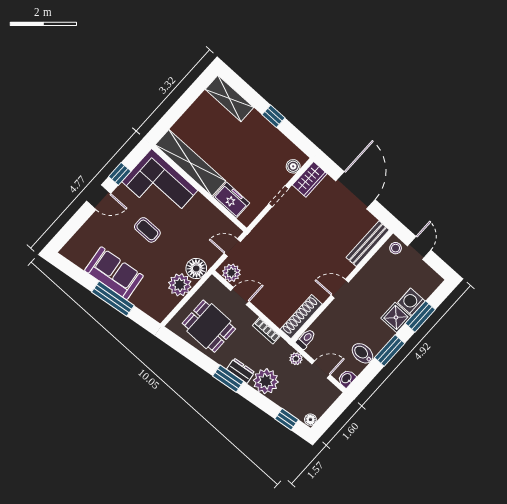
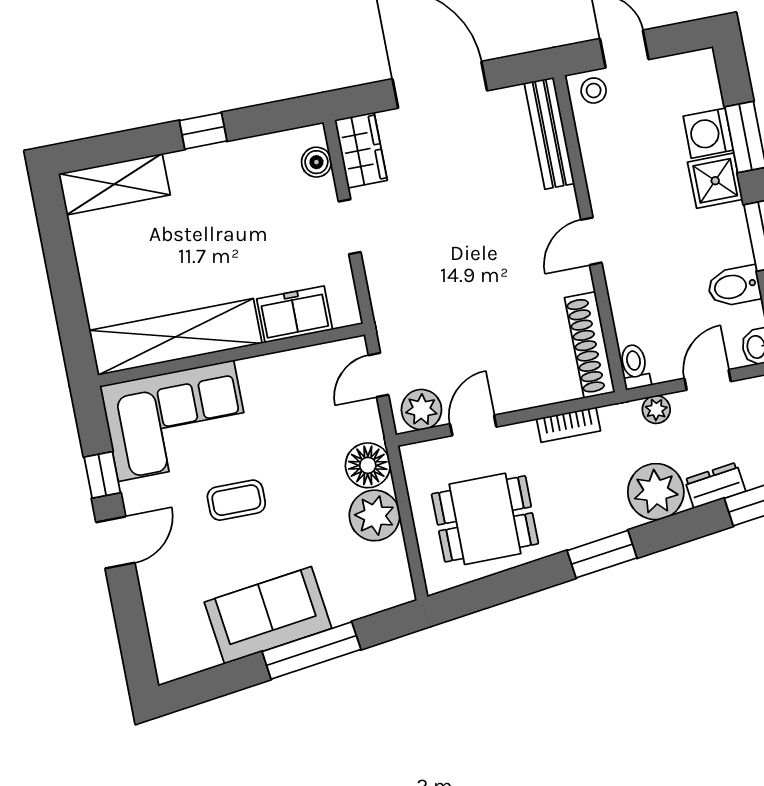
dresser: (241, 371) -> (715, 485), moved

